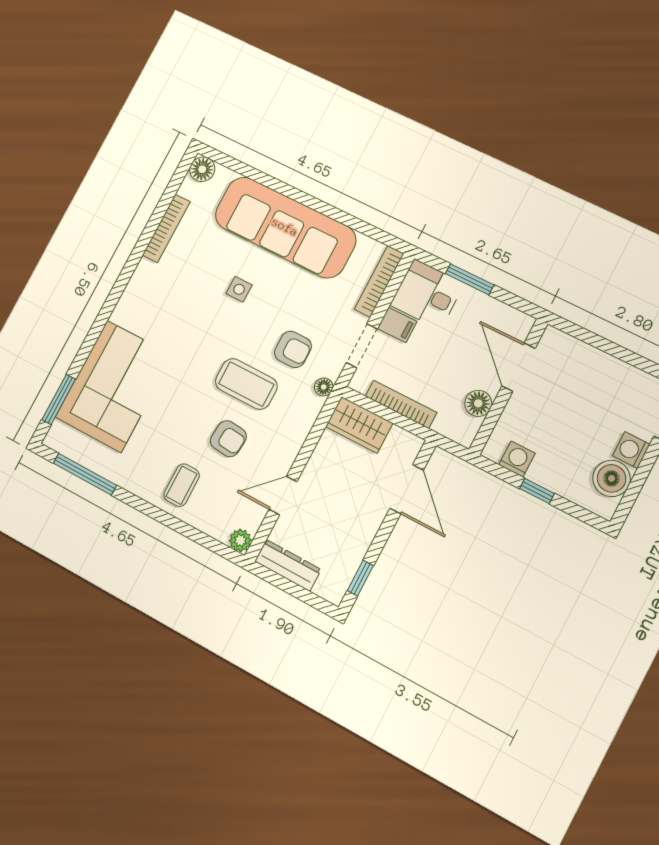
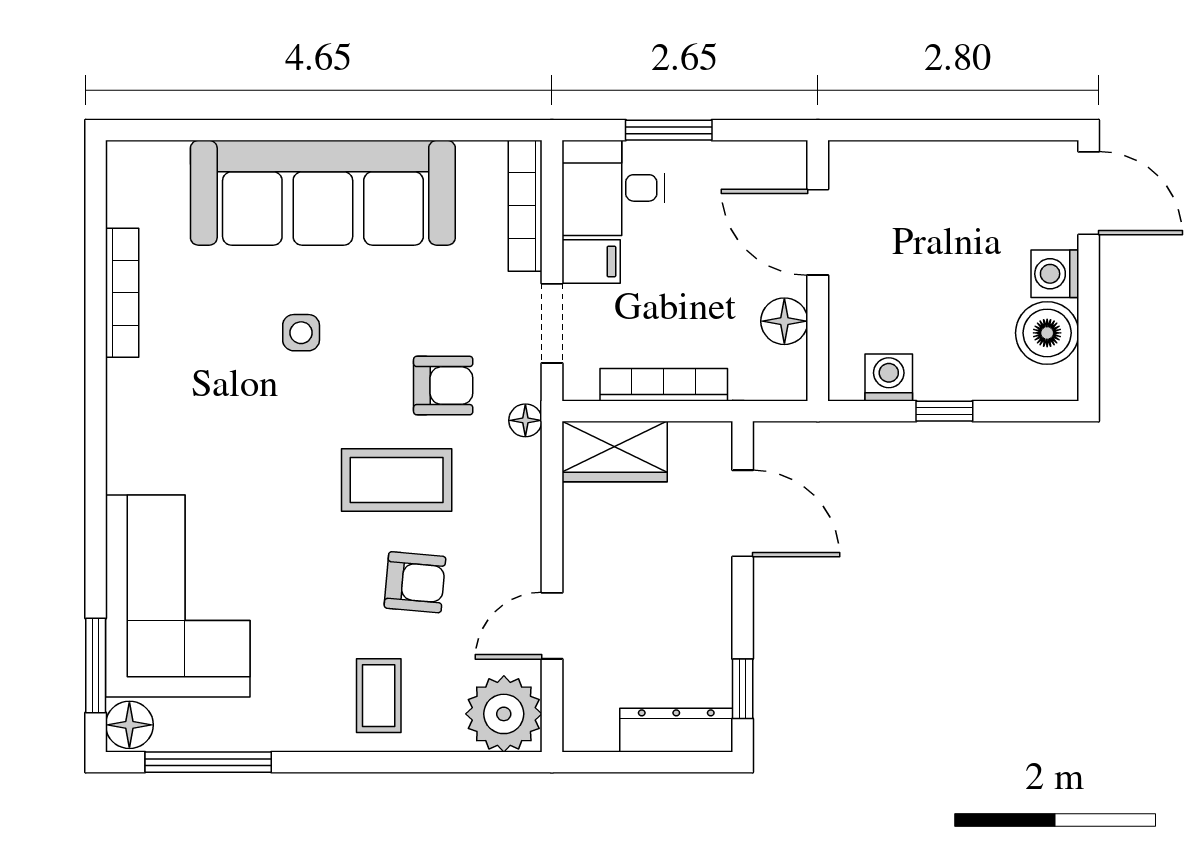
floor lamp: (202, 169) -> (129, 725), moved
plant: (240, 540) -> (504, 714), width x1.87, depth x1.87
dresser: (288, 565) -> (676, 730), moved

